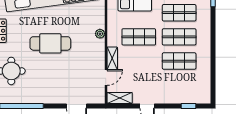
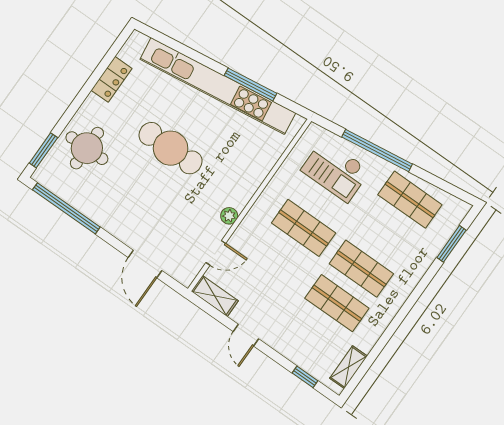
shop shelf: (179, 13) -> (386, 234), removed
plant: (100, 34) -> (229, 216), moved
shelving: (112, 58) -> (348, 367), moved

